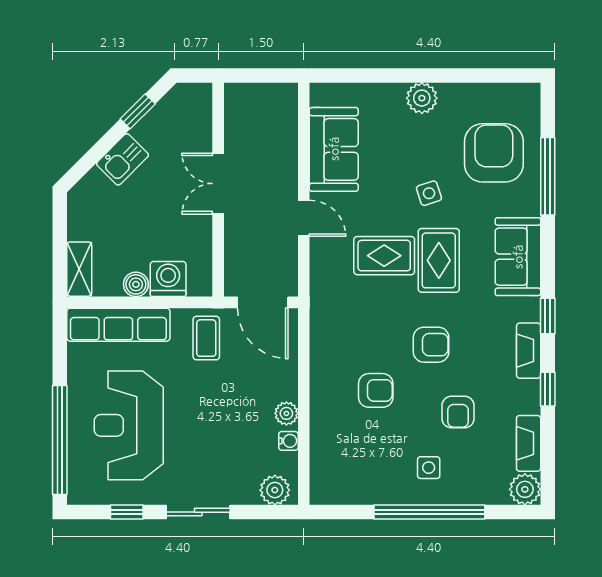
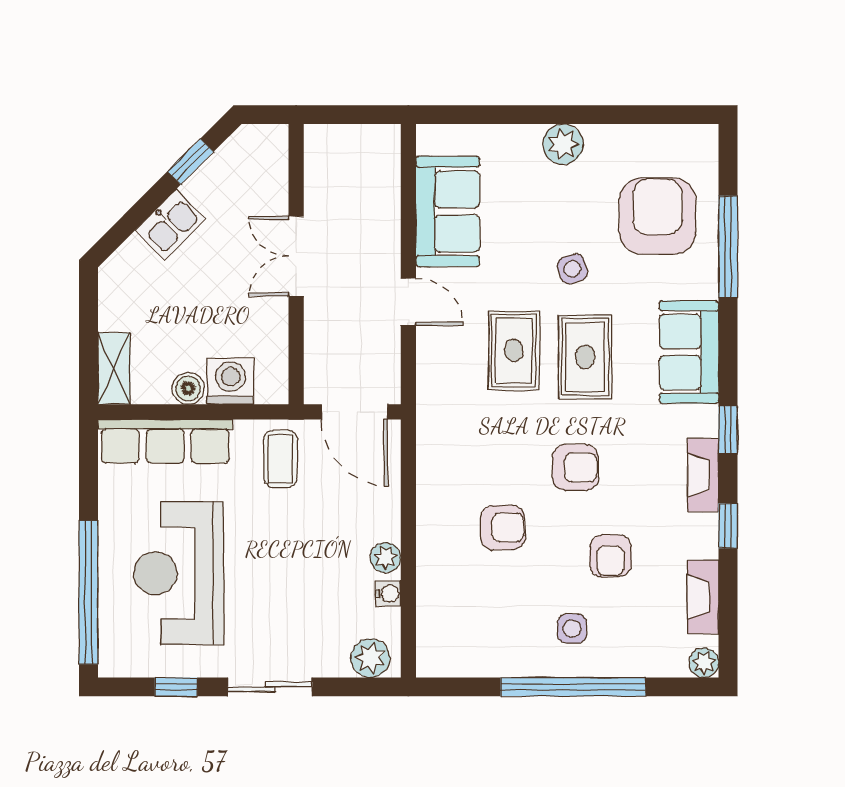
rug: (384, 256) -> (514, 351), turned 90
plant: (525, 489) -> (704, 663), width x0.73, depth x0.73

